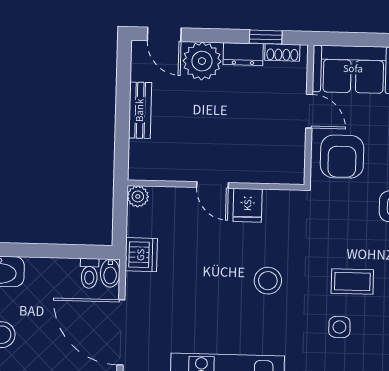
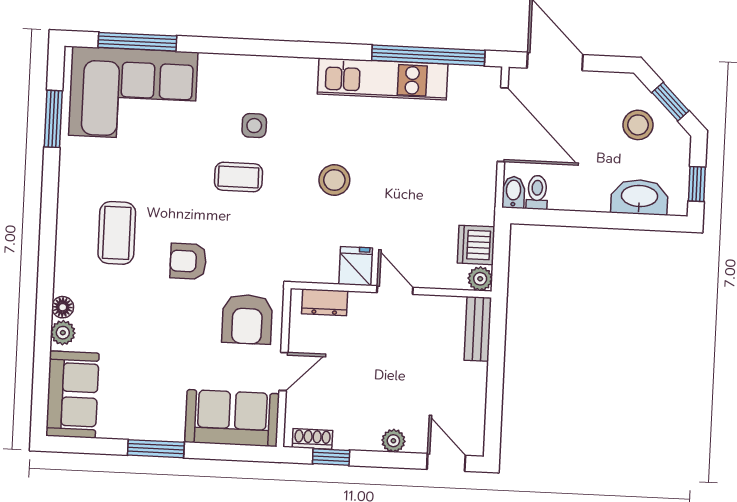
dresser: (243, 54) -> (325, 302), moved, turned 180
plant: (202, 61) -> (393, 441), width x0.53, depth x0.53
bench: (140, 110) -> (478, 329), moved
door: (309, 111) -> (283, 372), swing flipped
armchair: (342, 157) -> (247, 319), turned 180
dishwasher: (141, 255) -> (476, 245), moved

